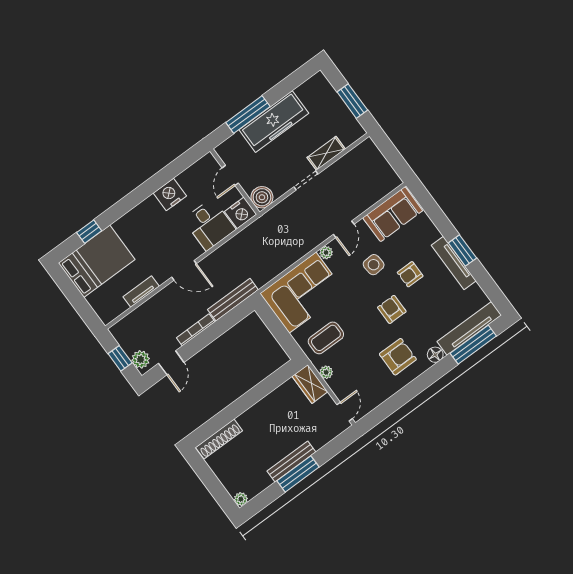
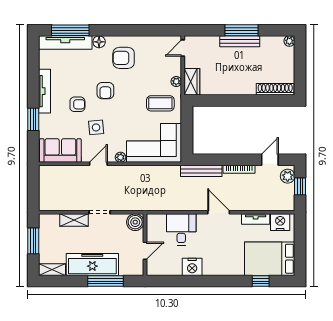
shelving: (311, 86) -> (52, 270), added
nightstand: (241, 213) -> (280, 222), moved
window: (462, 250) -> (33, 119), moved

